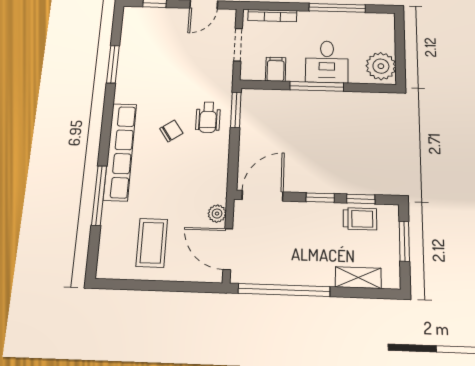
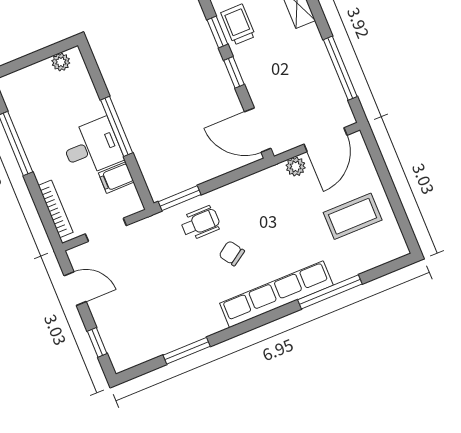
desk: (327, 62) -> (92, 147), moved
plant: (381, 66) -> (61, 62), width x0.53, depth x0.53
window: (284, 290) -> (340, 68), width x0.68

